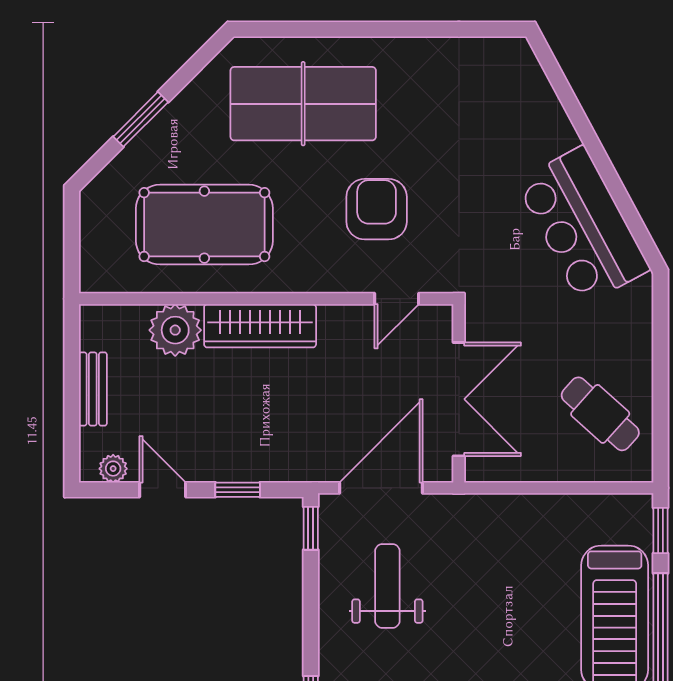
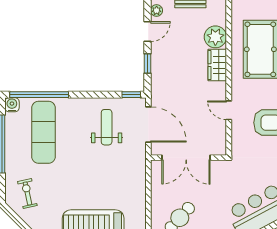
door: (397, 299) -> (229, 110), moved
wardrobe: (260, 326) -> (217, 65), width x0.67
weight bench: (387, 586) -> (107, 127), turned -90

